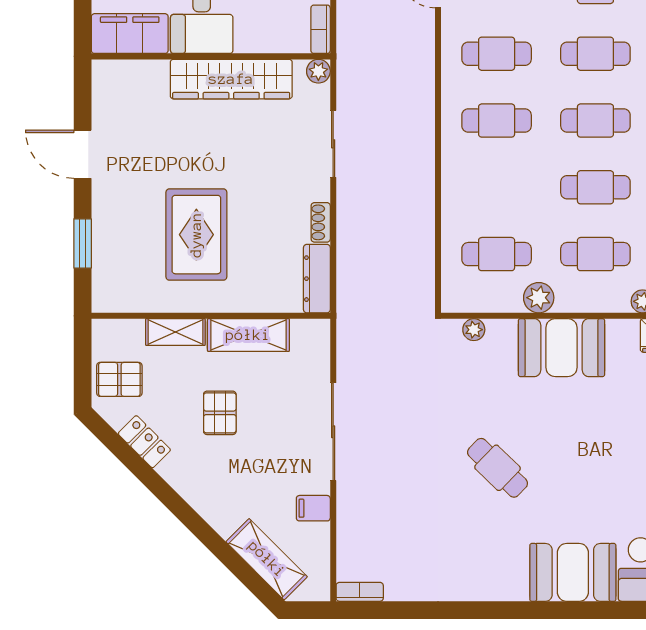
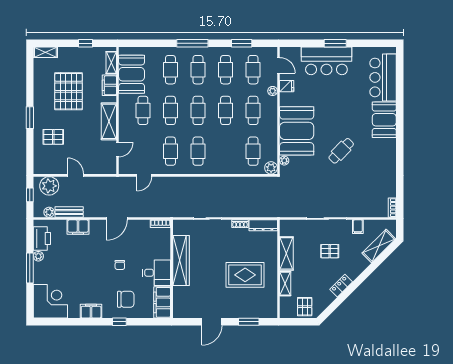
plant: (318, 71) -> (178, 225), removed
plant: (539, 298) -> (271, 168), moved
booth: (561, 348) -> (297, 131), width x1.36, depth x1.42
pallet: (220, 413) -> (330, 251), moved
locker: (144, 442) -> (341, 286), moved

